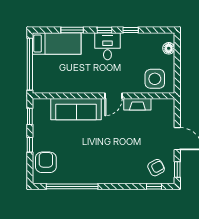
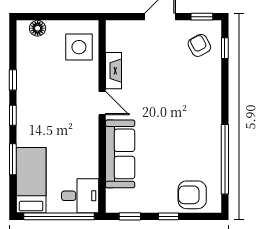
desk: (107, 46) -> (80, 196), moved, turned 180

